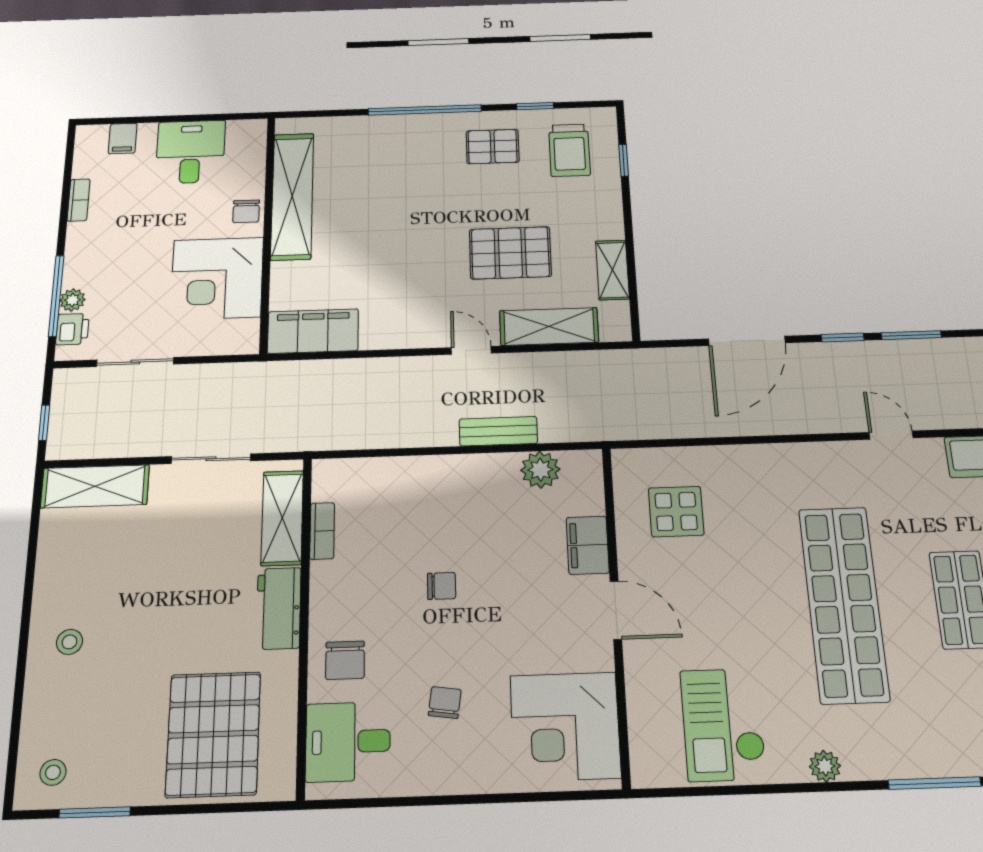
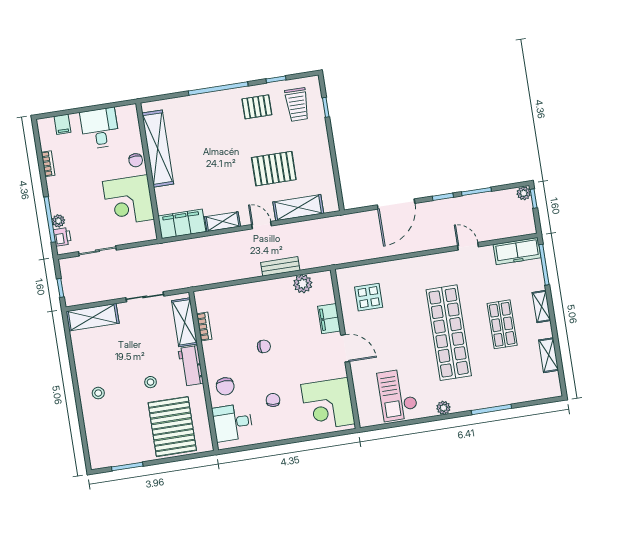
shelving: (612, 270) -> (223, 222), moved, turned 90
stool: (53, 772) -> (151, 382), moved

